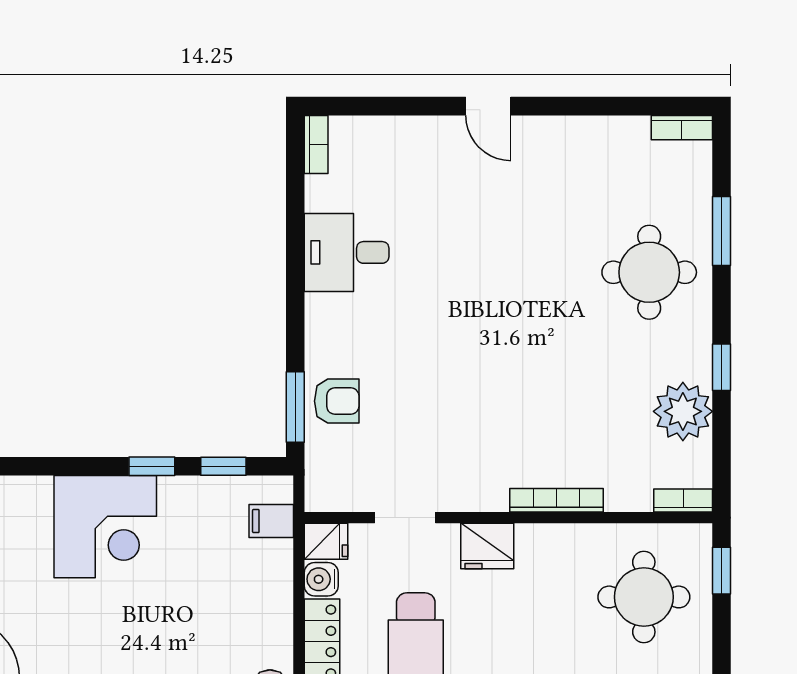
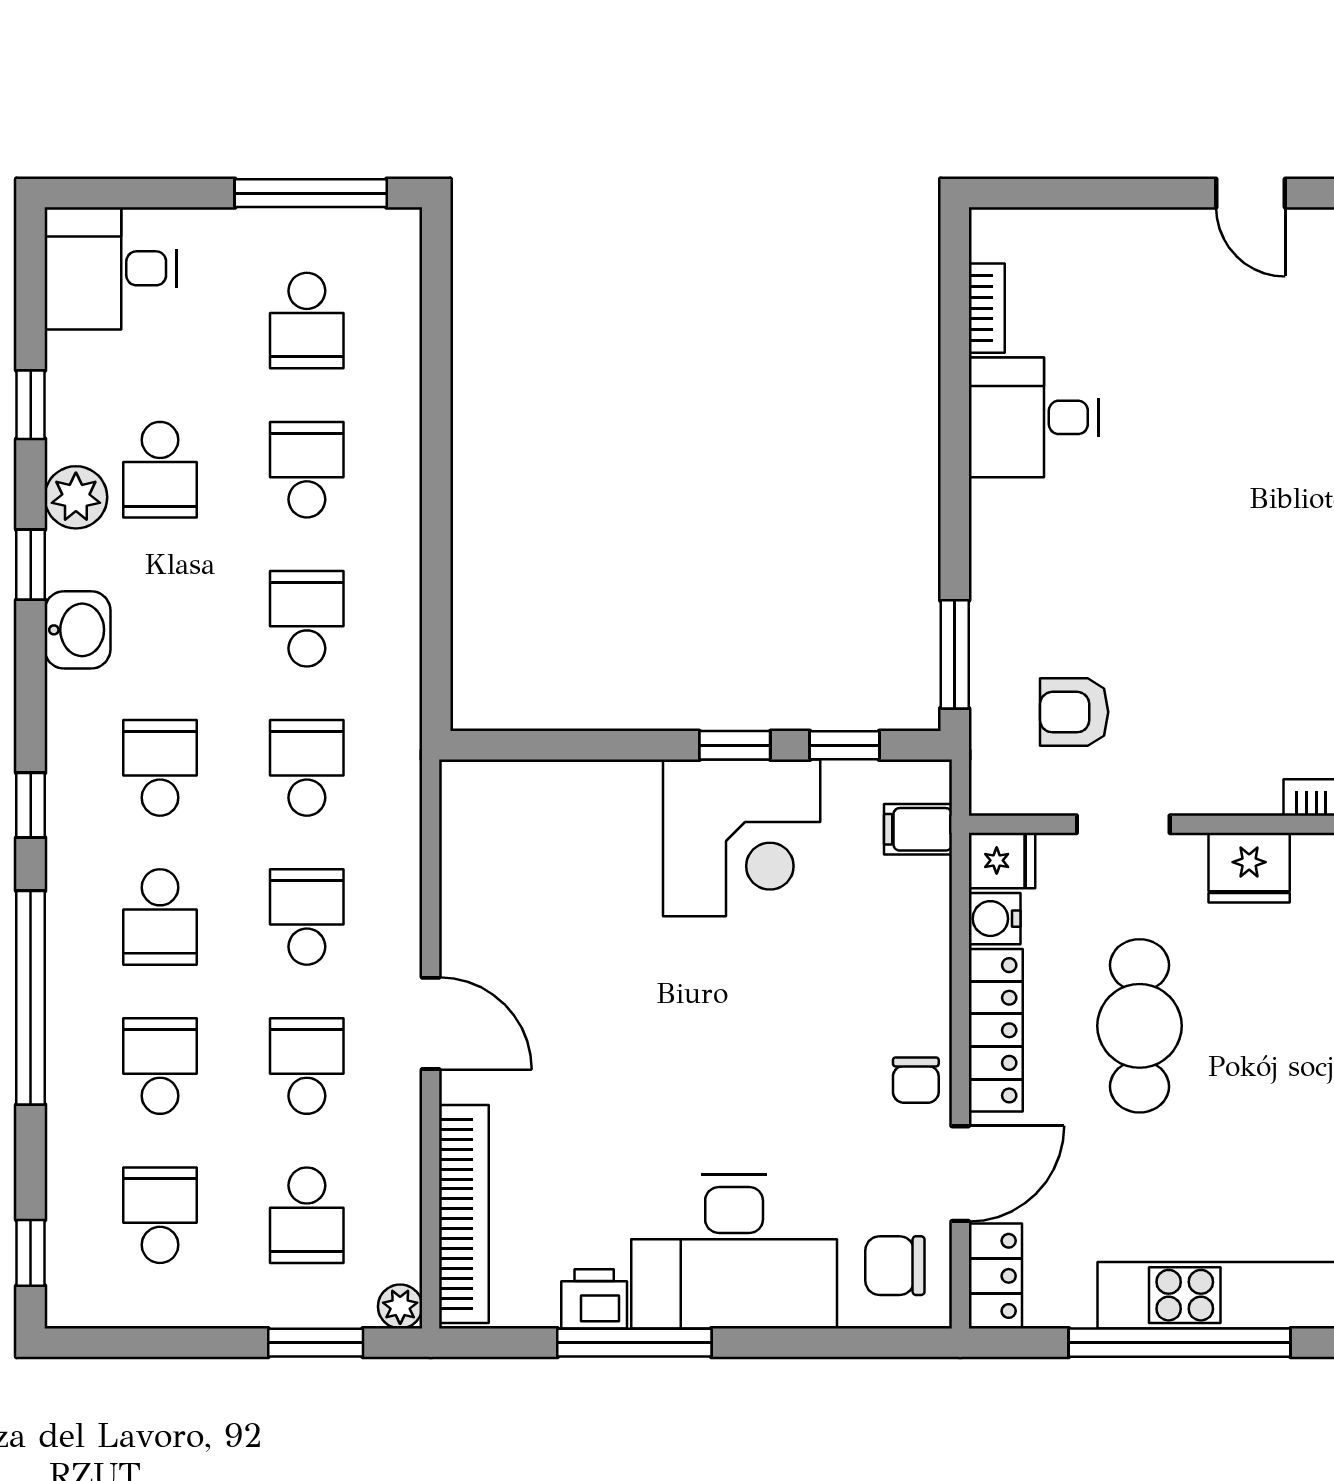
bookcase: (316, 145) -> (987, 308), moved
armchair: (337, 401) -> (1074, 712), moved, turned 180
corner desk: (105, 527) -> (742, 838), moved

